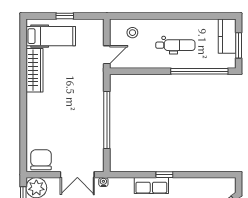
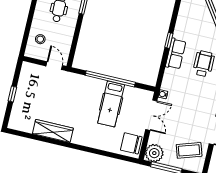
hospital bed: (51, 36) -> (111, 104), moved, turned 180

